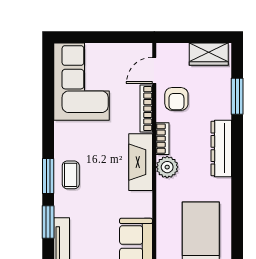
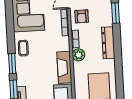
fireplace: (141, 162) -> (64, 67), moved
coffee table: (71, 175) -> (23, 48), moved

